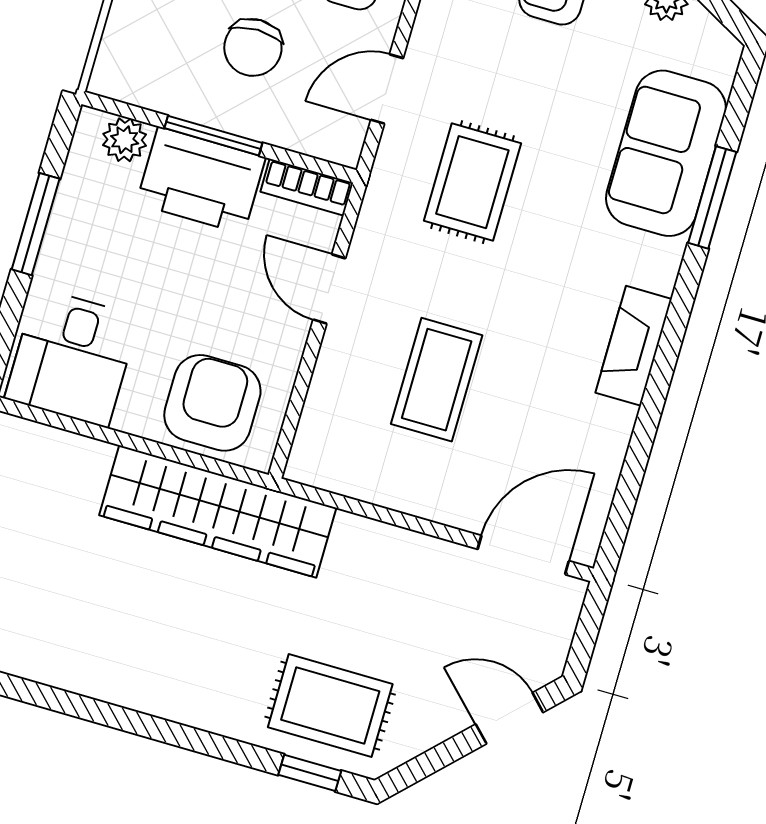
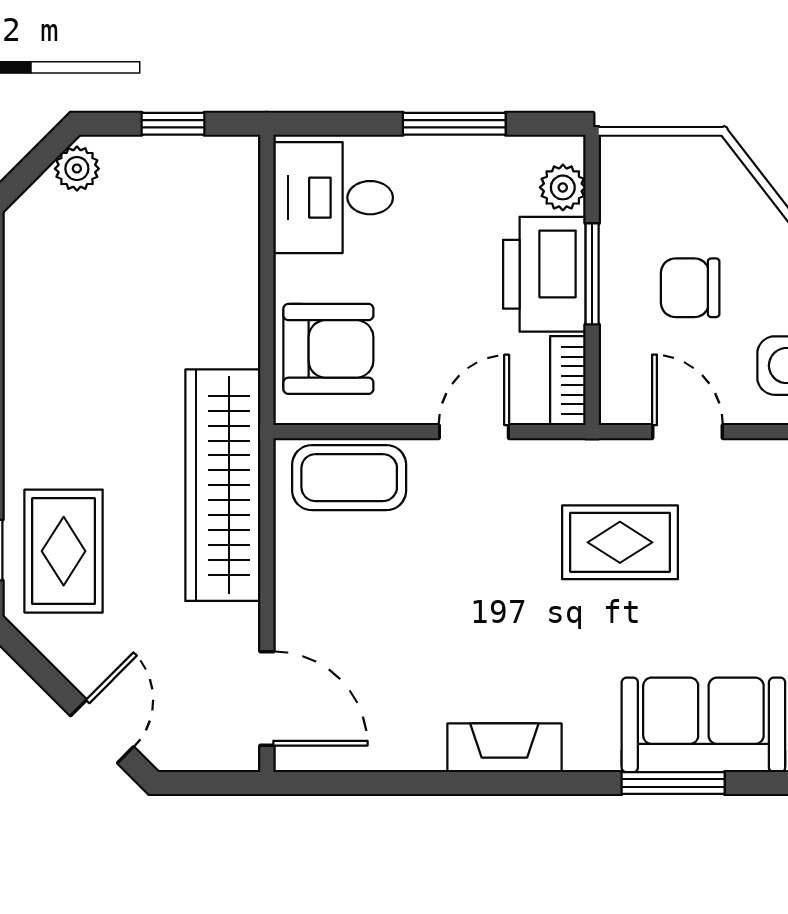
coffee table: (437, 380) -> (349, 478), moved
wardrobe: (218, 511) -> (223, 485), moved

